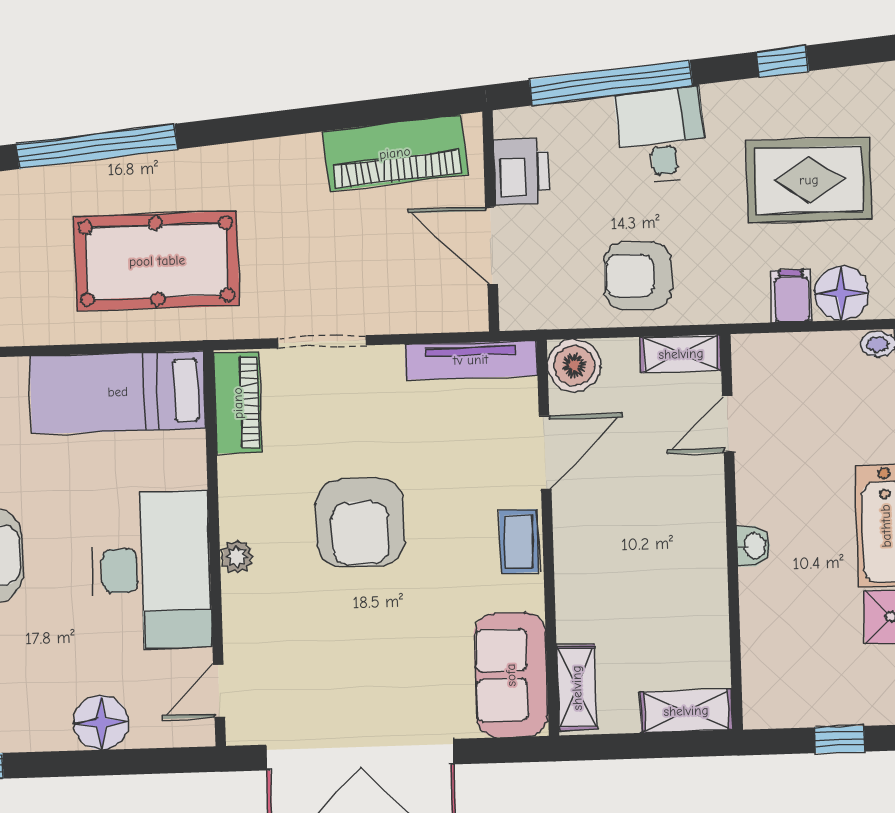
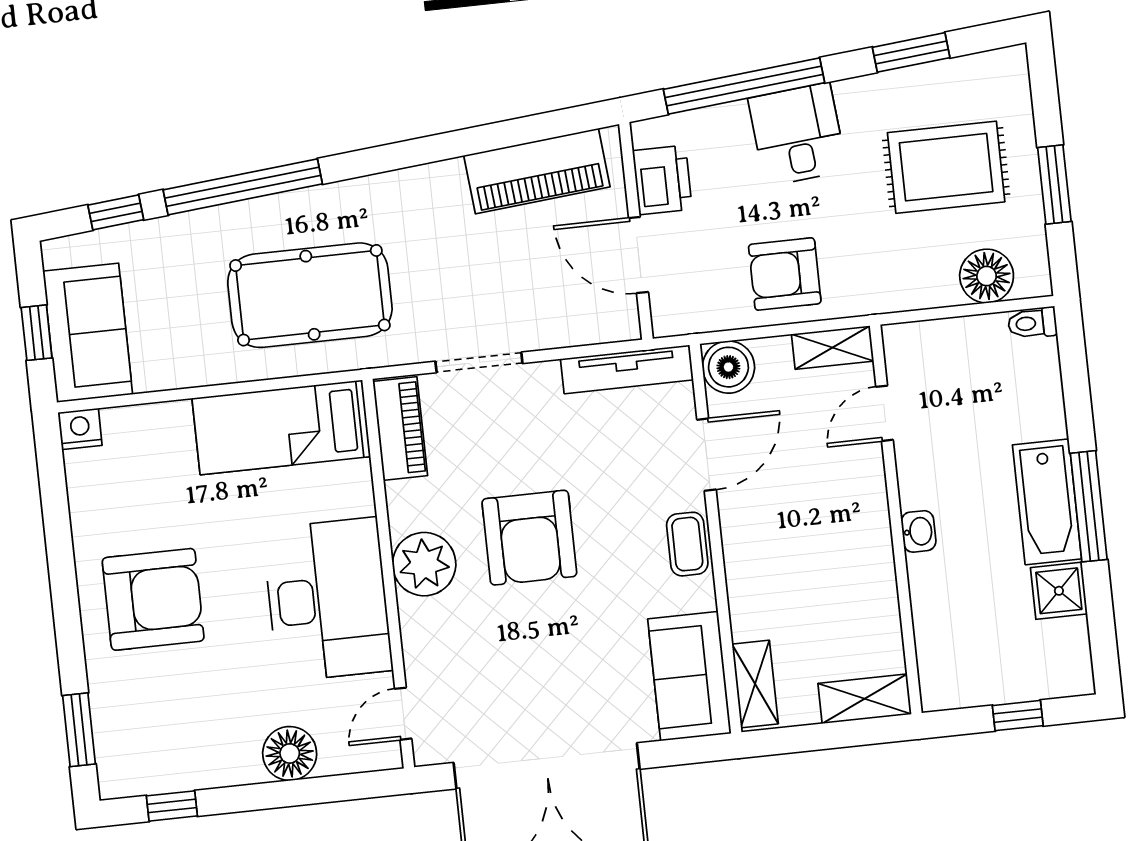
window: (782, 61) -> (911, 52), width x1.50
filing cabinet: (792, 296) -> (937, 282), removed
plant: (237, 557) -> (424, 564), width x1.88, depth x1.88

